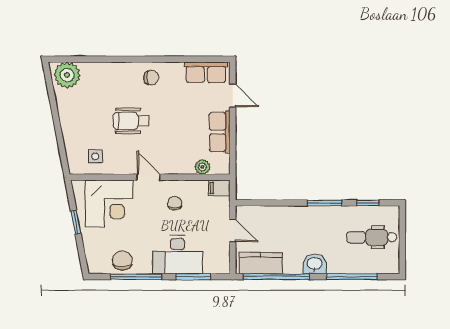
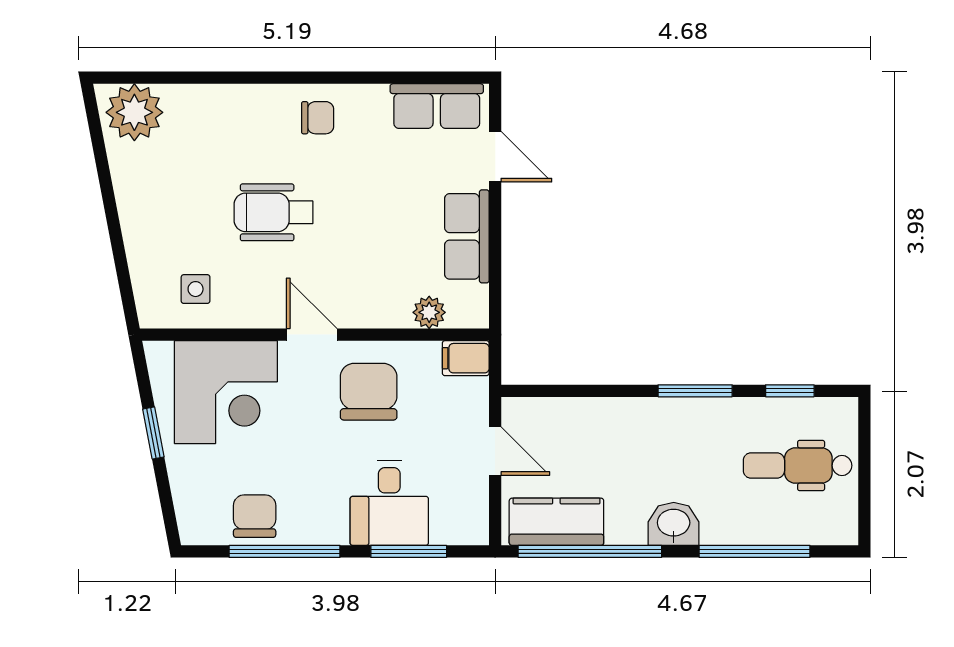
chair: (175, 203) -> (369, 392), width x1.87, depth x1.87
desk: (177, 255) -> (389, 503), width x0.73

